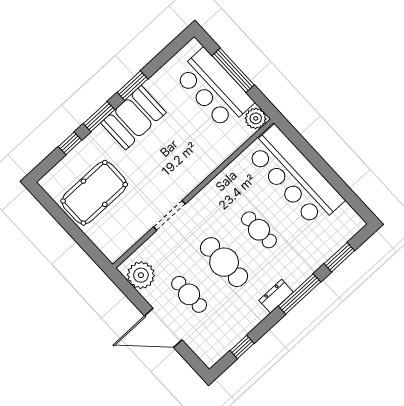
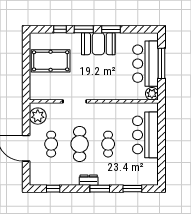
bar counter: (295, 176) -> (145, 135), width x0.73
window: (299, 294) -> (100, 189), width x0.69

